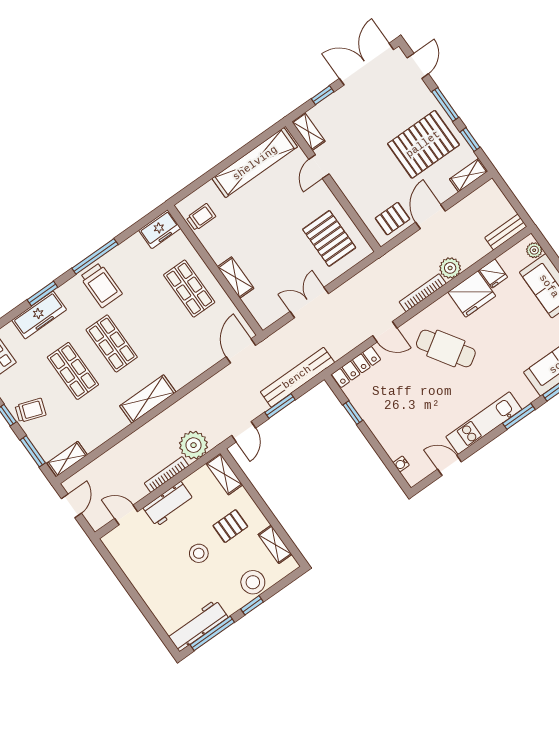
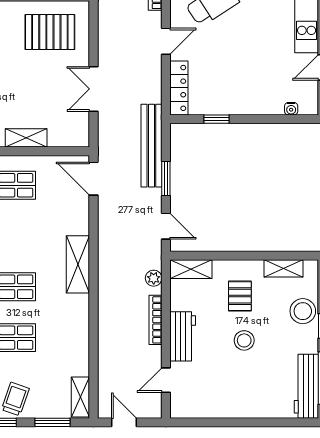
shelving: (148, 399) -> (78, 264), moved
plant: (194, 445) -> (154, 278), width x0.53, depth x0.53

